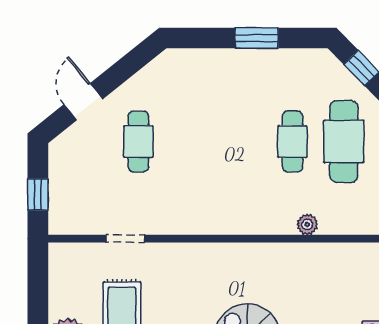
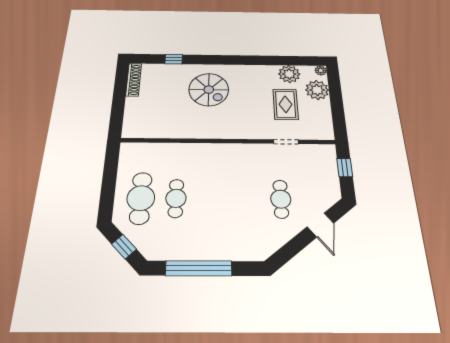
window: (257, 38) -> (199, 268), width x2.11
plant: (307, 224) -> (169, 149), removed

